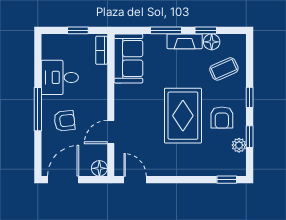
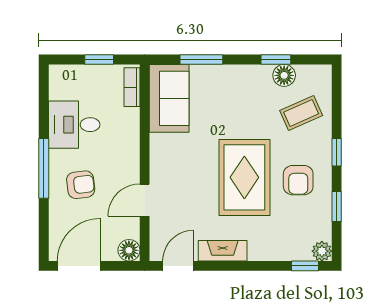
window: (166, 30) -> (201, 59), moved
fireplace: (185, 41) -> (223, 251), moved, turned 180
plant: (239, 145) -> (322, 251), moved
door: (135, 180) -> (178, 266), hinge flipped

